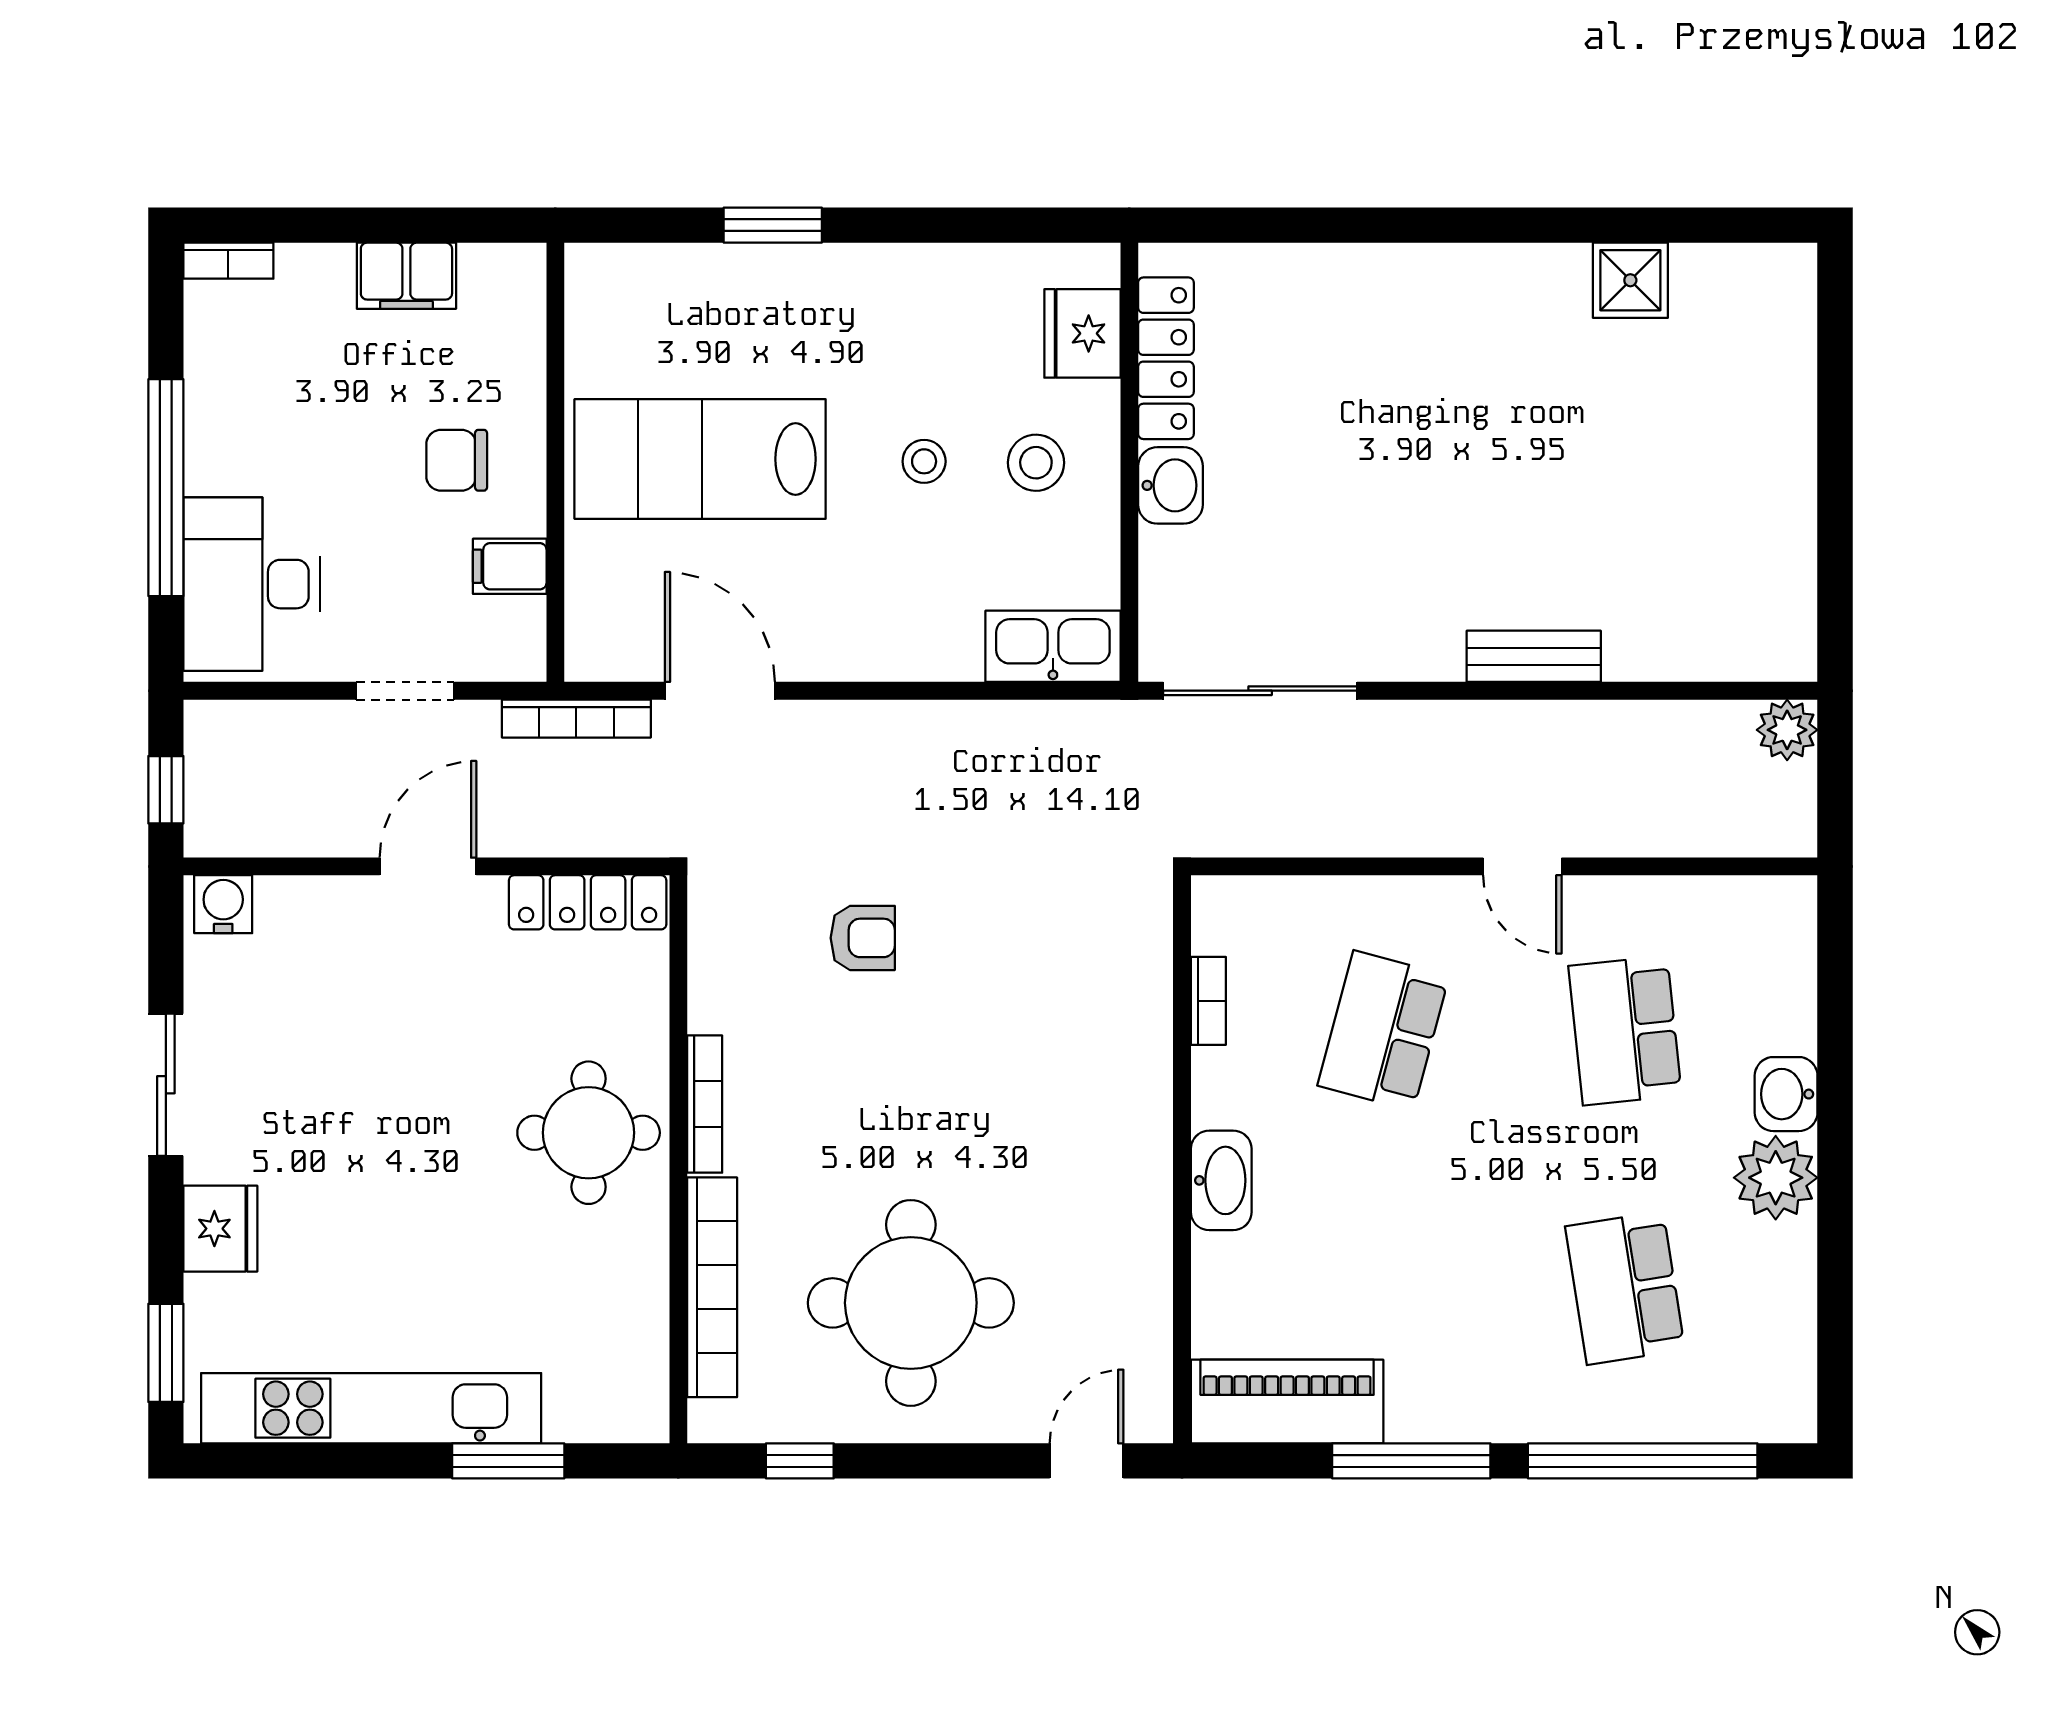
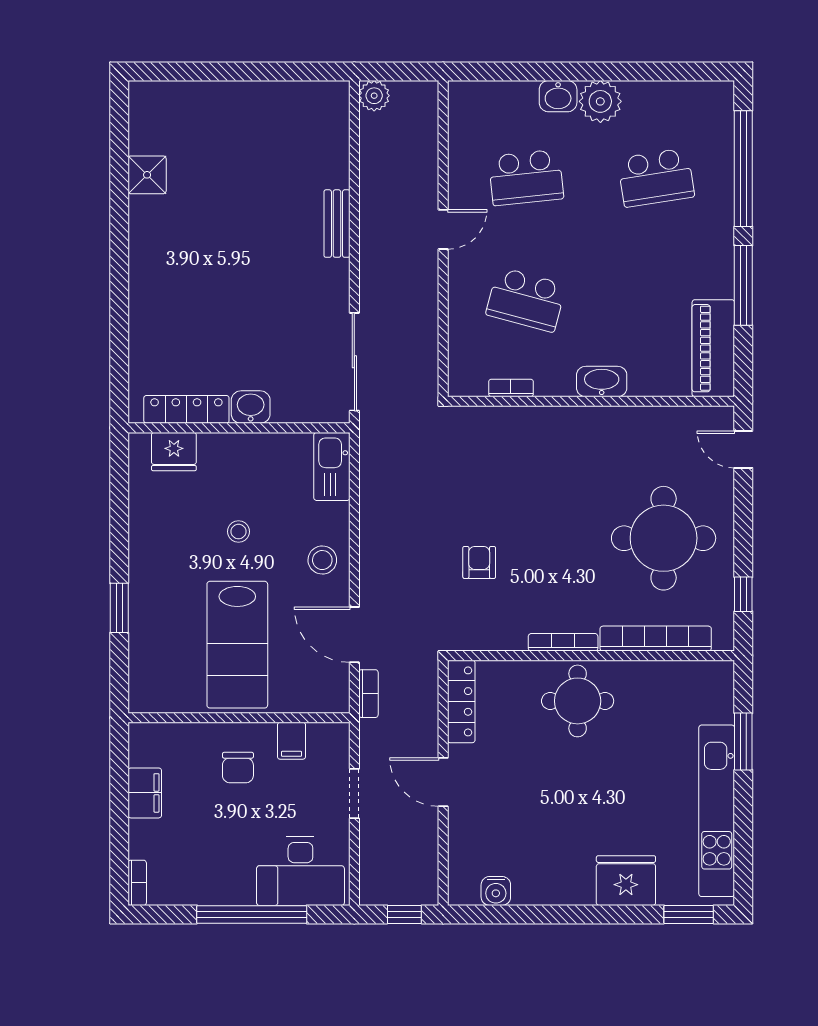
stool: (1036, 463) -> (322, 560), moved
door: (720, 691) -> (354, 635), hinge flipped
bookcase: (576, 719) -> (368, 694), width x0.64
water cooler: (223, 904) -> (496, 891), moved, turned -90
sliding door: (166, 1085) -> (553, 914), removed
fridge: (220, 1229) -> (626, 881), width x1.36, depth x1.34

